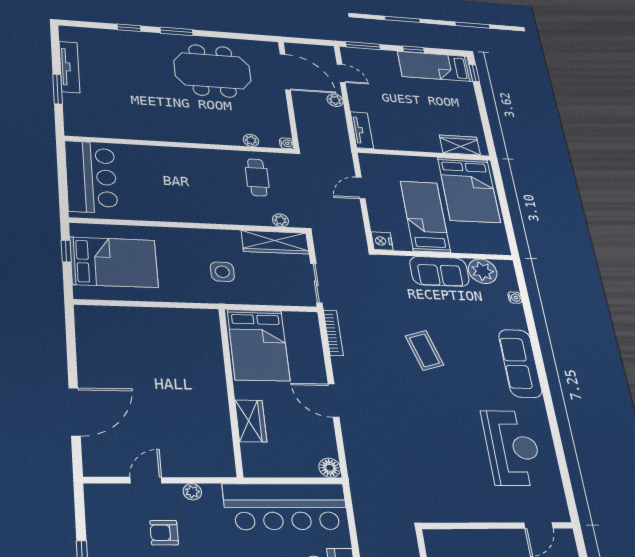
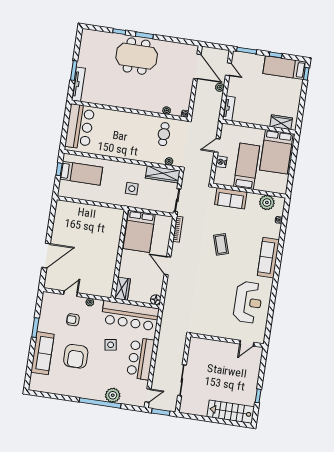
tv unit: (69, 67) -> (78, 84), moved
meeting table: (212, 71) -> (137, 56), moved
nightstand: (382, 241) -> (221, 162), moved
bed: (114, 262) -> (81, 173), width x0.67
sofa: (439, 271) -> (231, 198), moved
wardrobe: (251, 421) -> (122, 289), moved

